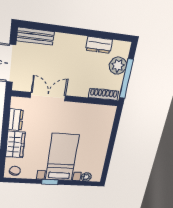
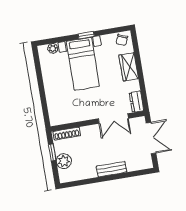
bench: (35, 36) -> (112, 169), moved
dresser: (99, 45) -> (86, 173), removed
window: (126, 79) -> (52, 152), width x0.46
dresser: (16, 120) -> (136, 102), moved

